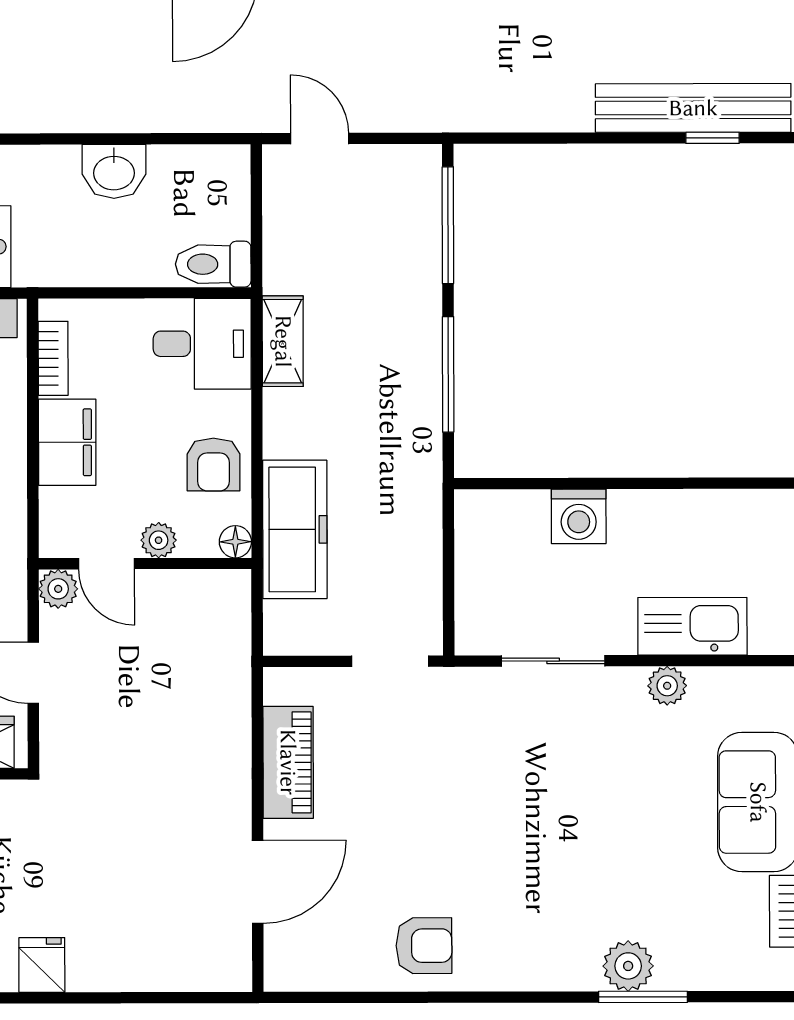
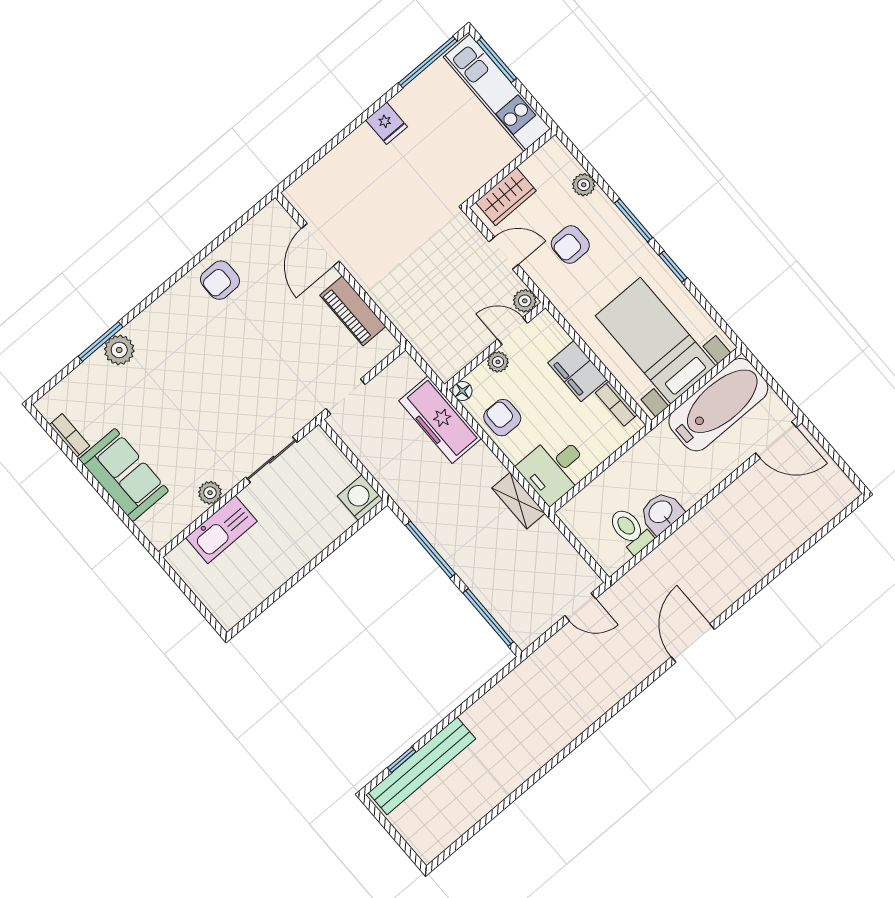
toilet: (213, 264) -> (630, 530), moved, turned -90
washing machine: (579, 516) -> (360, 498), moved

